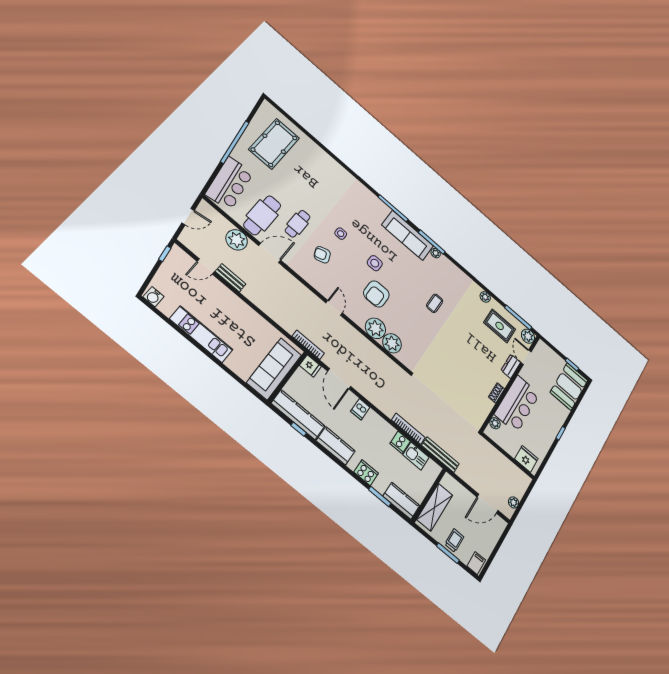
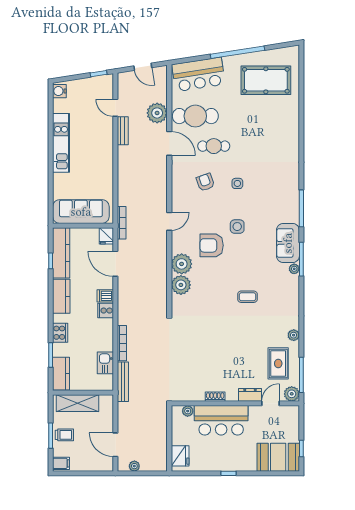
sofa: (408, 235) -> (288, 243), width x0.73
door: (339, 379) -> (115, 264), hinge flipped
cooker: (400, 442) -> (106, 311), moved

